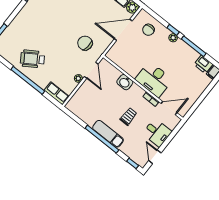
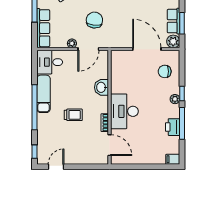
chair: (85, 43) -> (94, 20), moved
printer: (203, 64) -> (173, 127), moved
row of seats: (57, 93) -> (43, 28), width x1.48
desk: (157, 133) -> (50, 62), moved, turned 90
exam couch: (108, 134) -> (43, 94), moved

